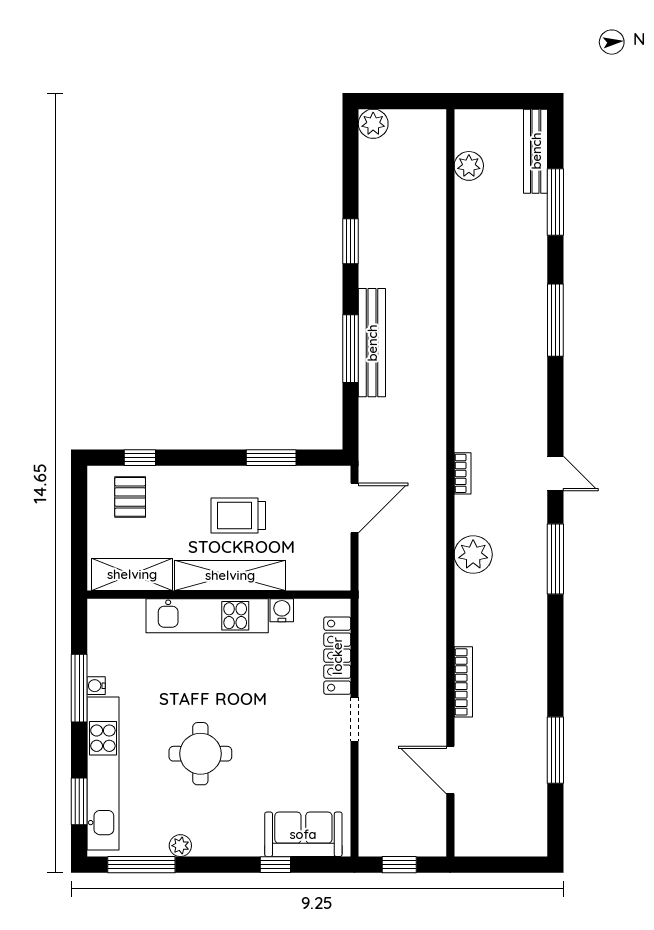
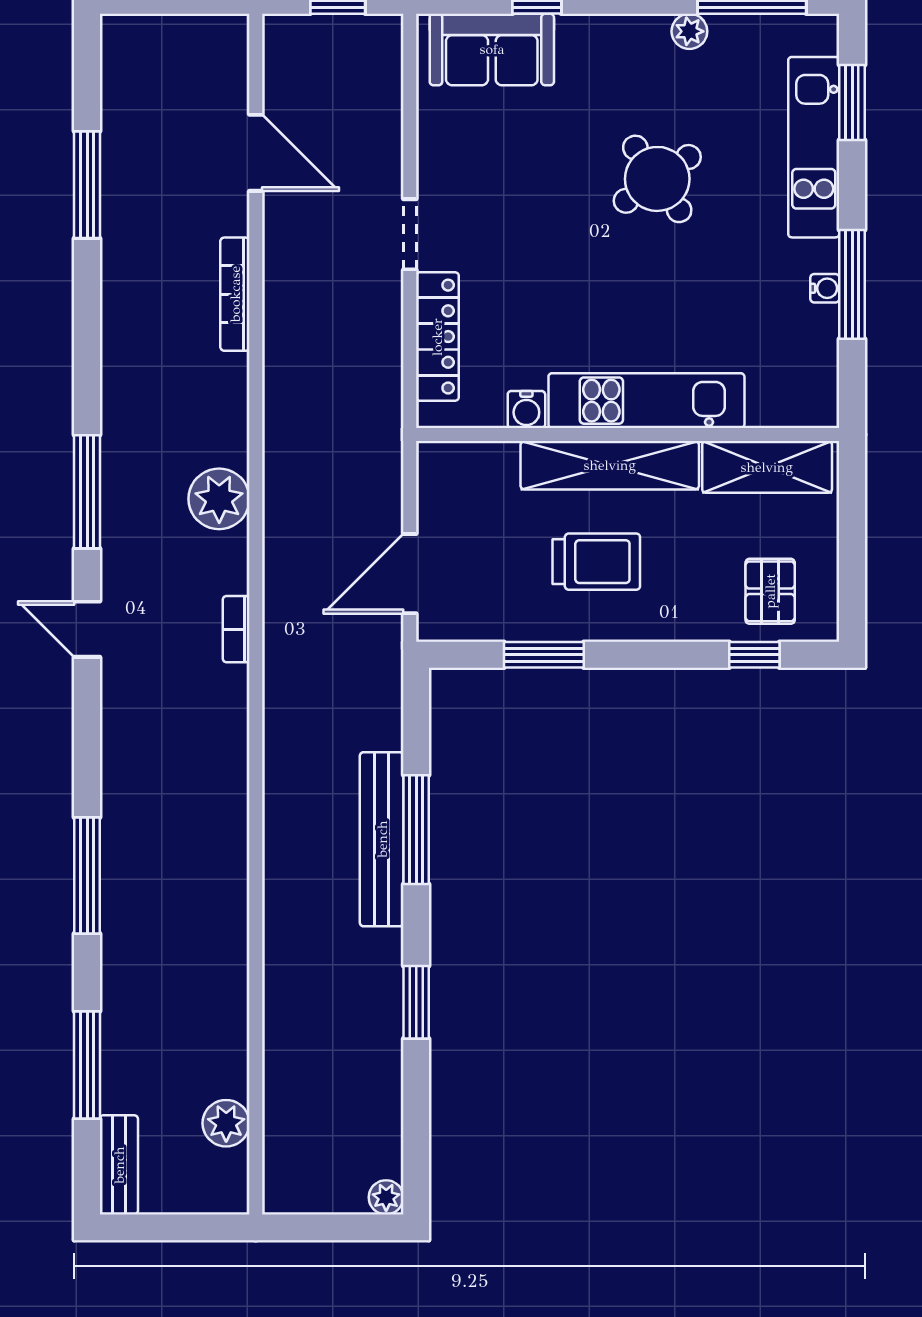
plant: (373, 124) -> (386, 1197), width x0.73, depth x0.73
bench: (536, 151) -> (119, 1165), width x0.73
round table: (200, 754) -> (657, 179), turned -35
kitchen unit: (103, 773) -> (814, 147), width x0.73

